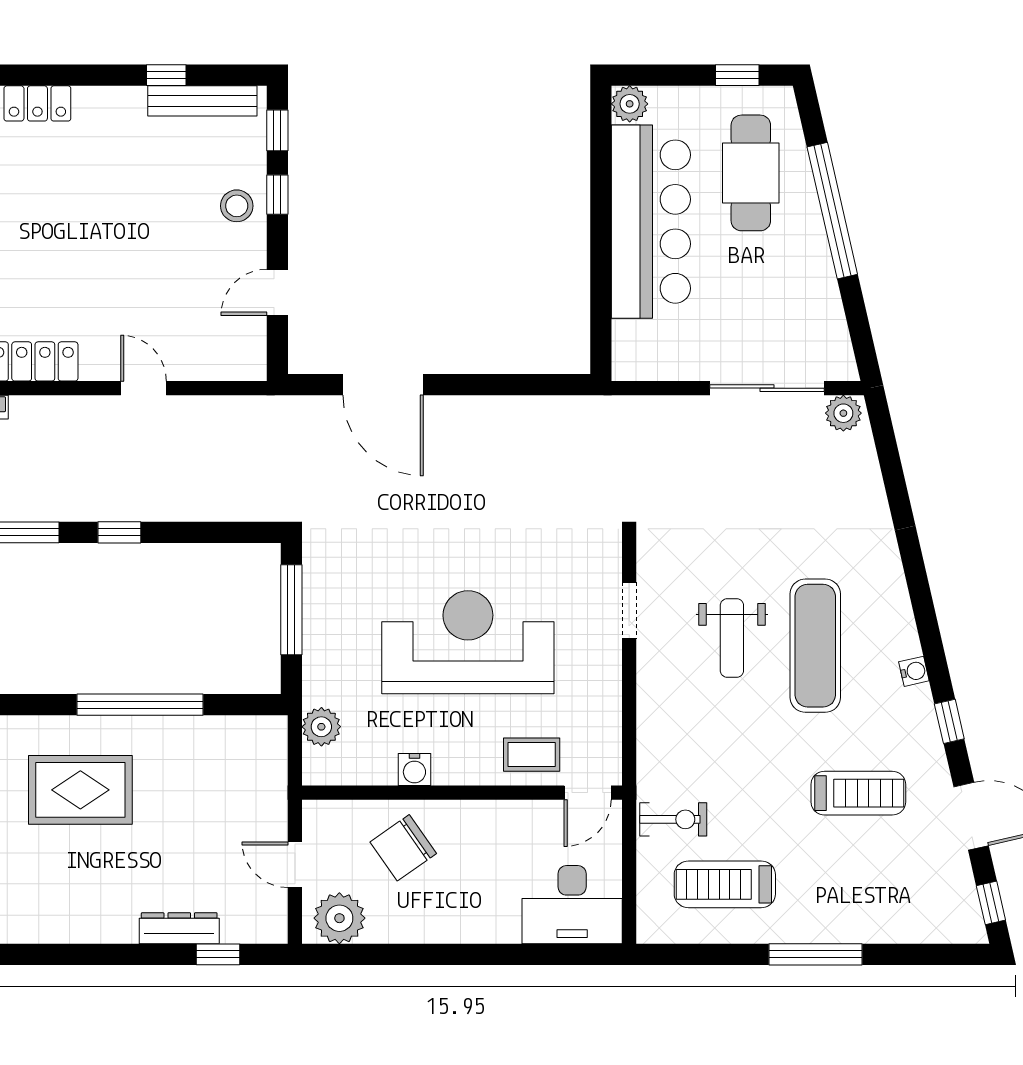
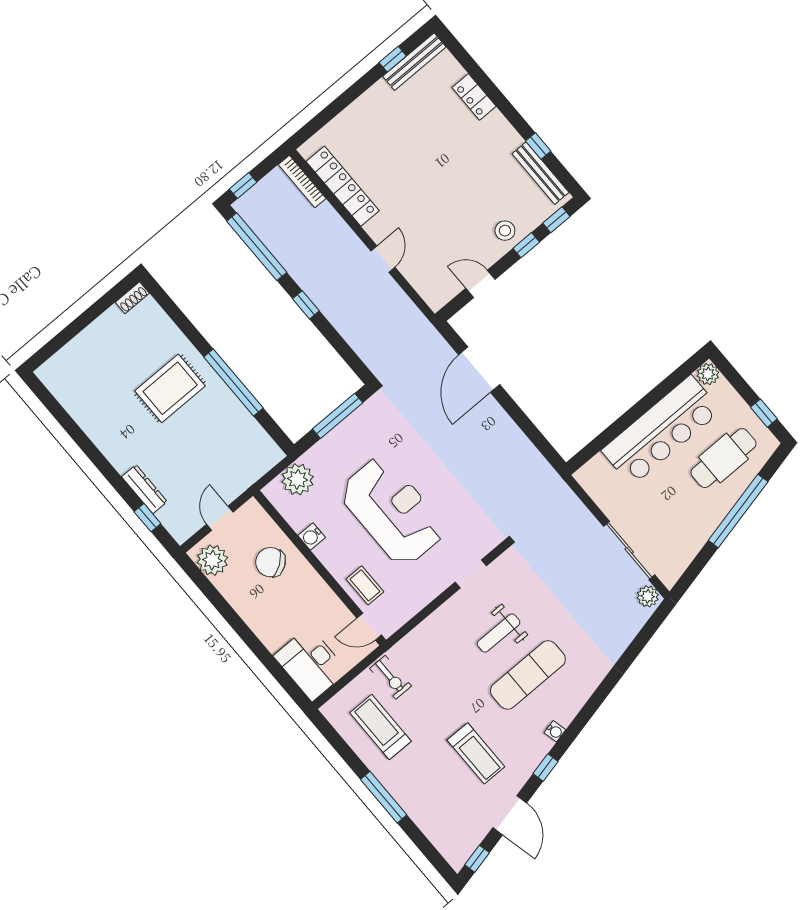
plant: (321, 727) -> (298, 479), width x1.36, depth x1.36
rug: (80, 790) -> (170, 388), turned 90

